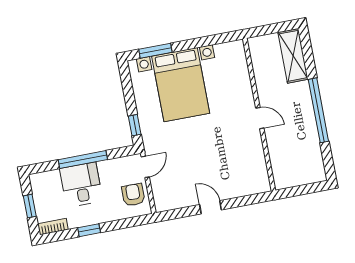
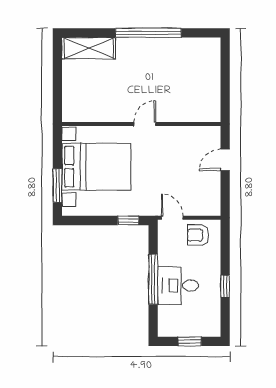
wall: (259, 115) -> (141, 124), moved
door: (260, 118) -> (145, 124), moved
bookcase: (53, 227) -> (215, 322), removed

